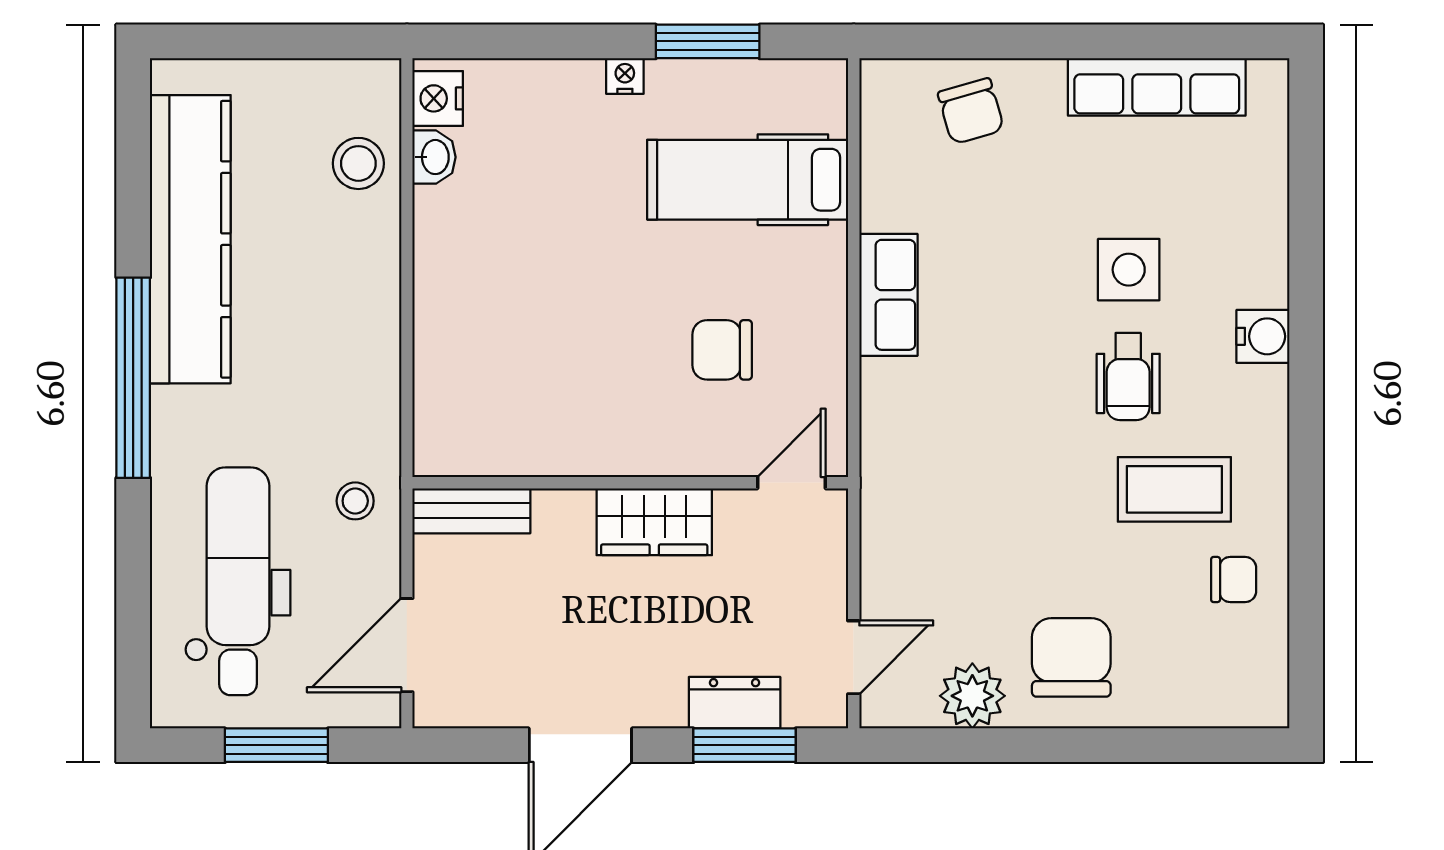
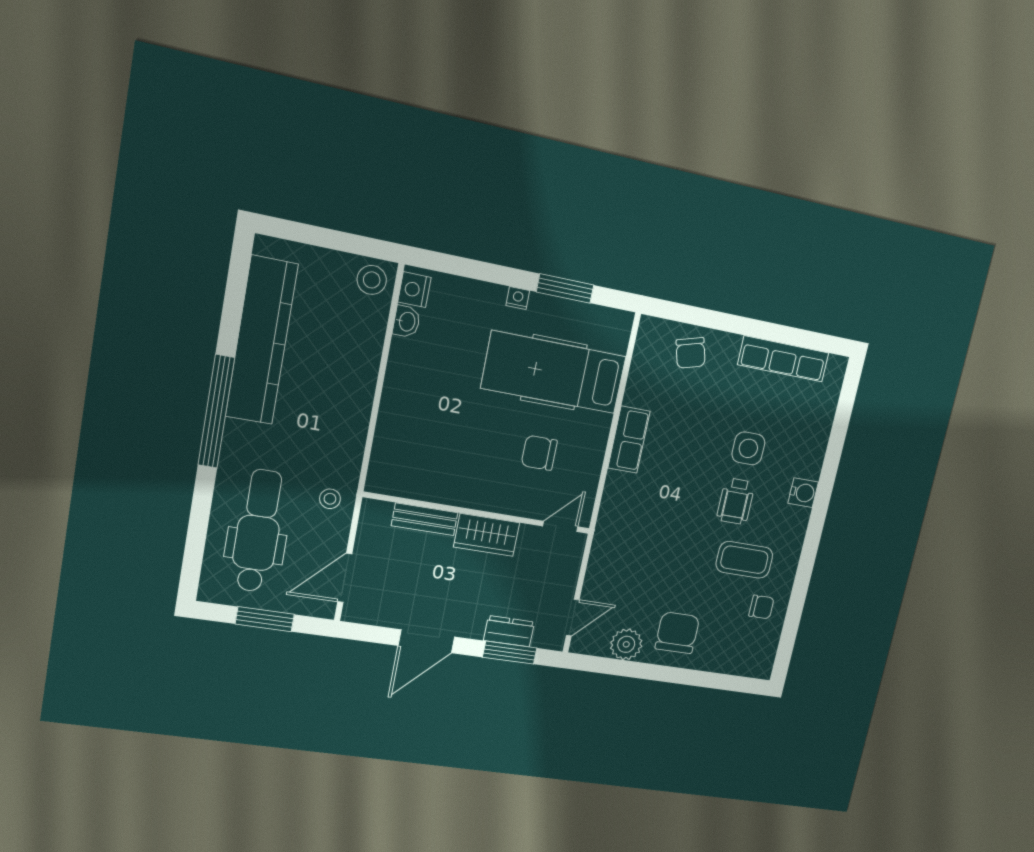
stool: (358, 163) -> (372, 280), moved
hospital bed: (748, 180) -> (554, 372), width x1.37, depth x1.29
bench: (471, 511) -> (425, 519), moved

